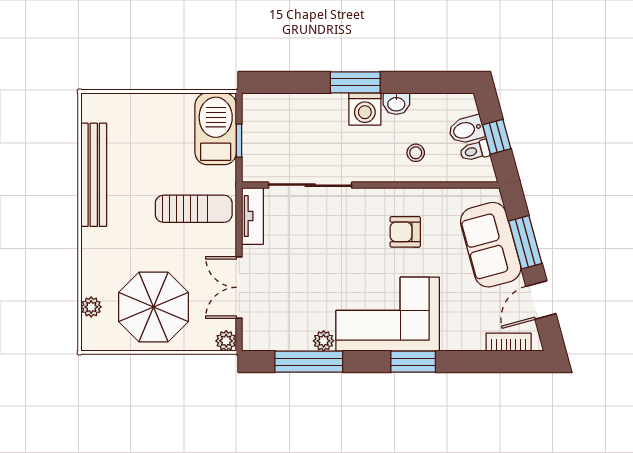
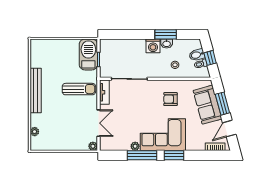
window: (355, 82) -> (166, 34), moved
bench: (94, 175) -> (36, 90), moved
double door: (239, 287) -> (99, 123), swing flipped
parasol: (154, 307) -> (61, 132), removed
window: (309, 362) -> (142, 155), moved

